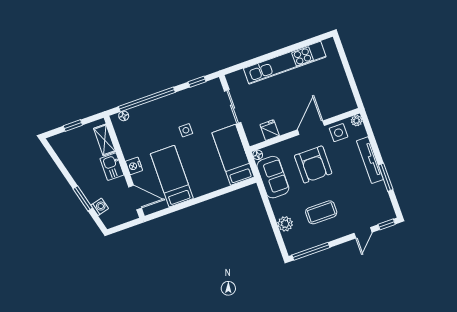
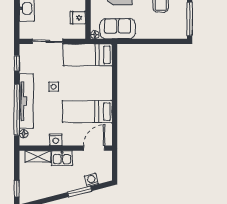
tv unit: (160, 106) -> (26, 101), added
window: (73, 126) -> (17, 189), moved
nightstand: (134, 166) -> (56, 140), moved
plant: (285, 224) -> (160, 32), removed

